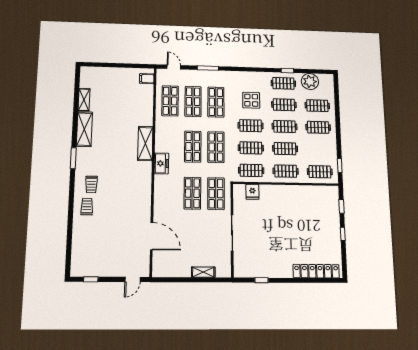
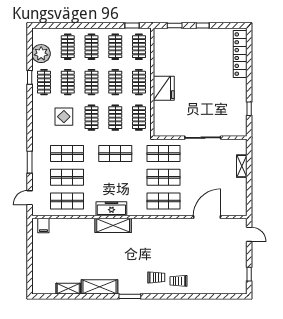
shop shelf: (193, 147) -> (163, 201), moved
clothes rail: (319, 149) -> (115, 47), added
freezer: (161, 163) -> (111, 209), moved, width x1.40
fridge: (252, 192) -> (164, 88), moved, width x1.88, depth x1.34

